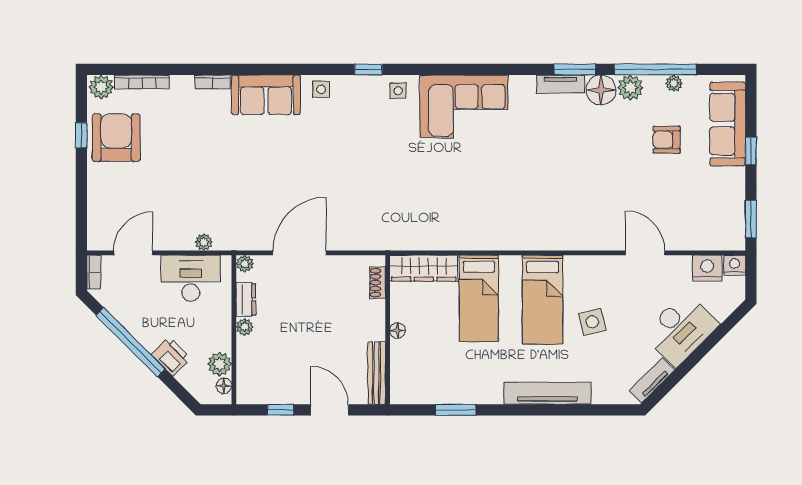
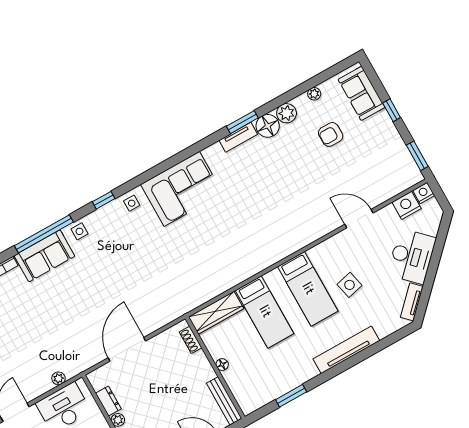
window: (655, 69) -> (44, 234), moved
sofa: (728, 124) -> (361, 93), width x0.73
plant: (245, 264) -> (94, 377), removed

